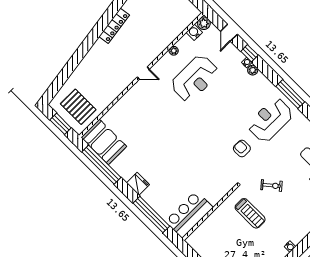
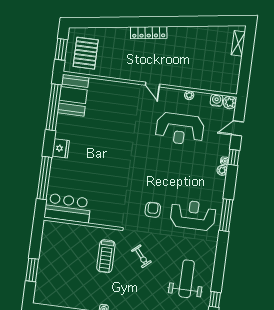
locker: (114, 26) -> (149, 33), moved

